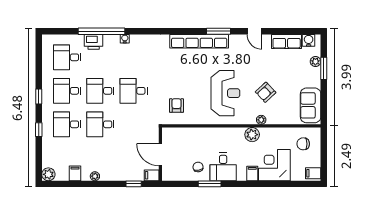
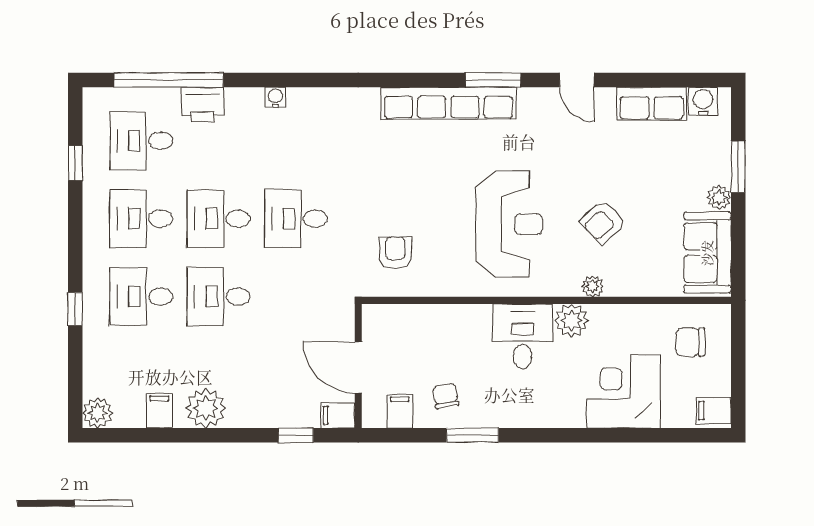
window: (101, 31) -> (169, 80), moved
plant: (315, 62) -> (719, 198), moved
window: (39, 97) -> (75, 163), moved
desk: (223, 167) -> (522, 336), moved, turned 180
filing cabinet: (252, 174) -> (400, 411), moved
plant: (95, 176) -> (206, 408), width x1.88, depth x1.88

